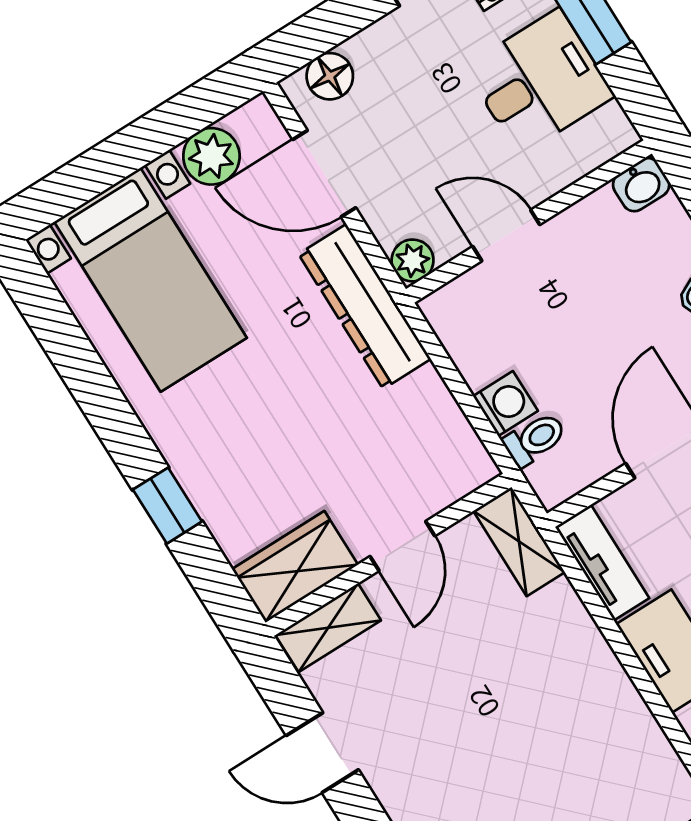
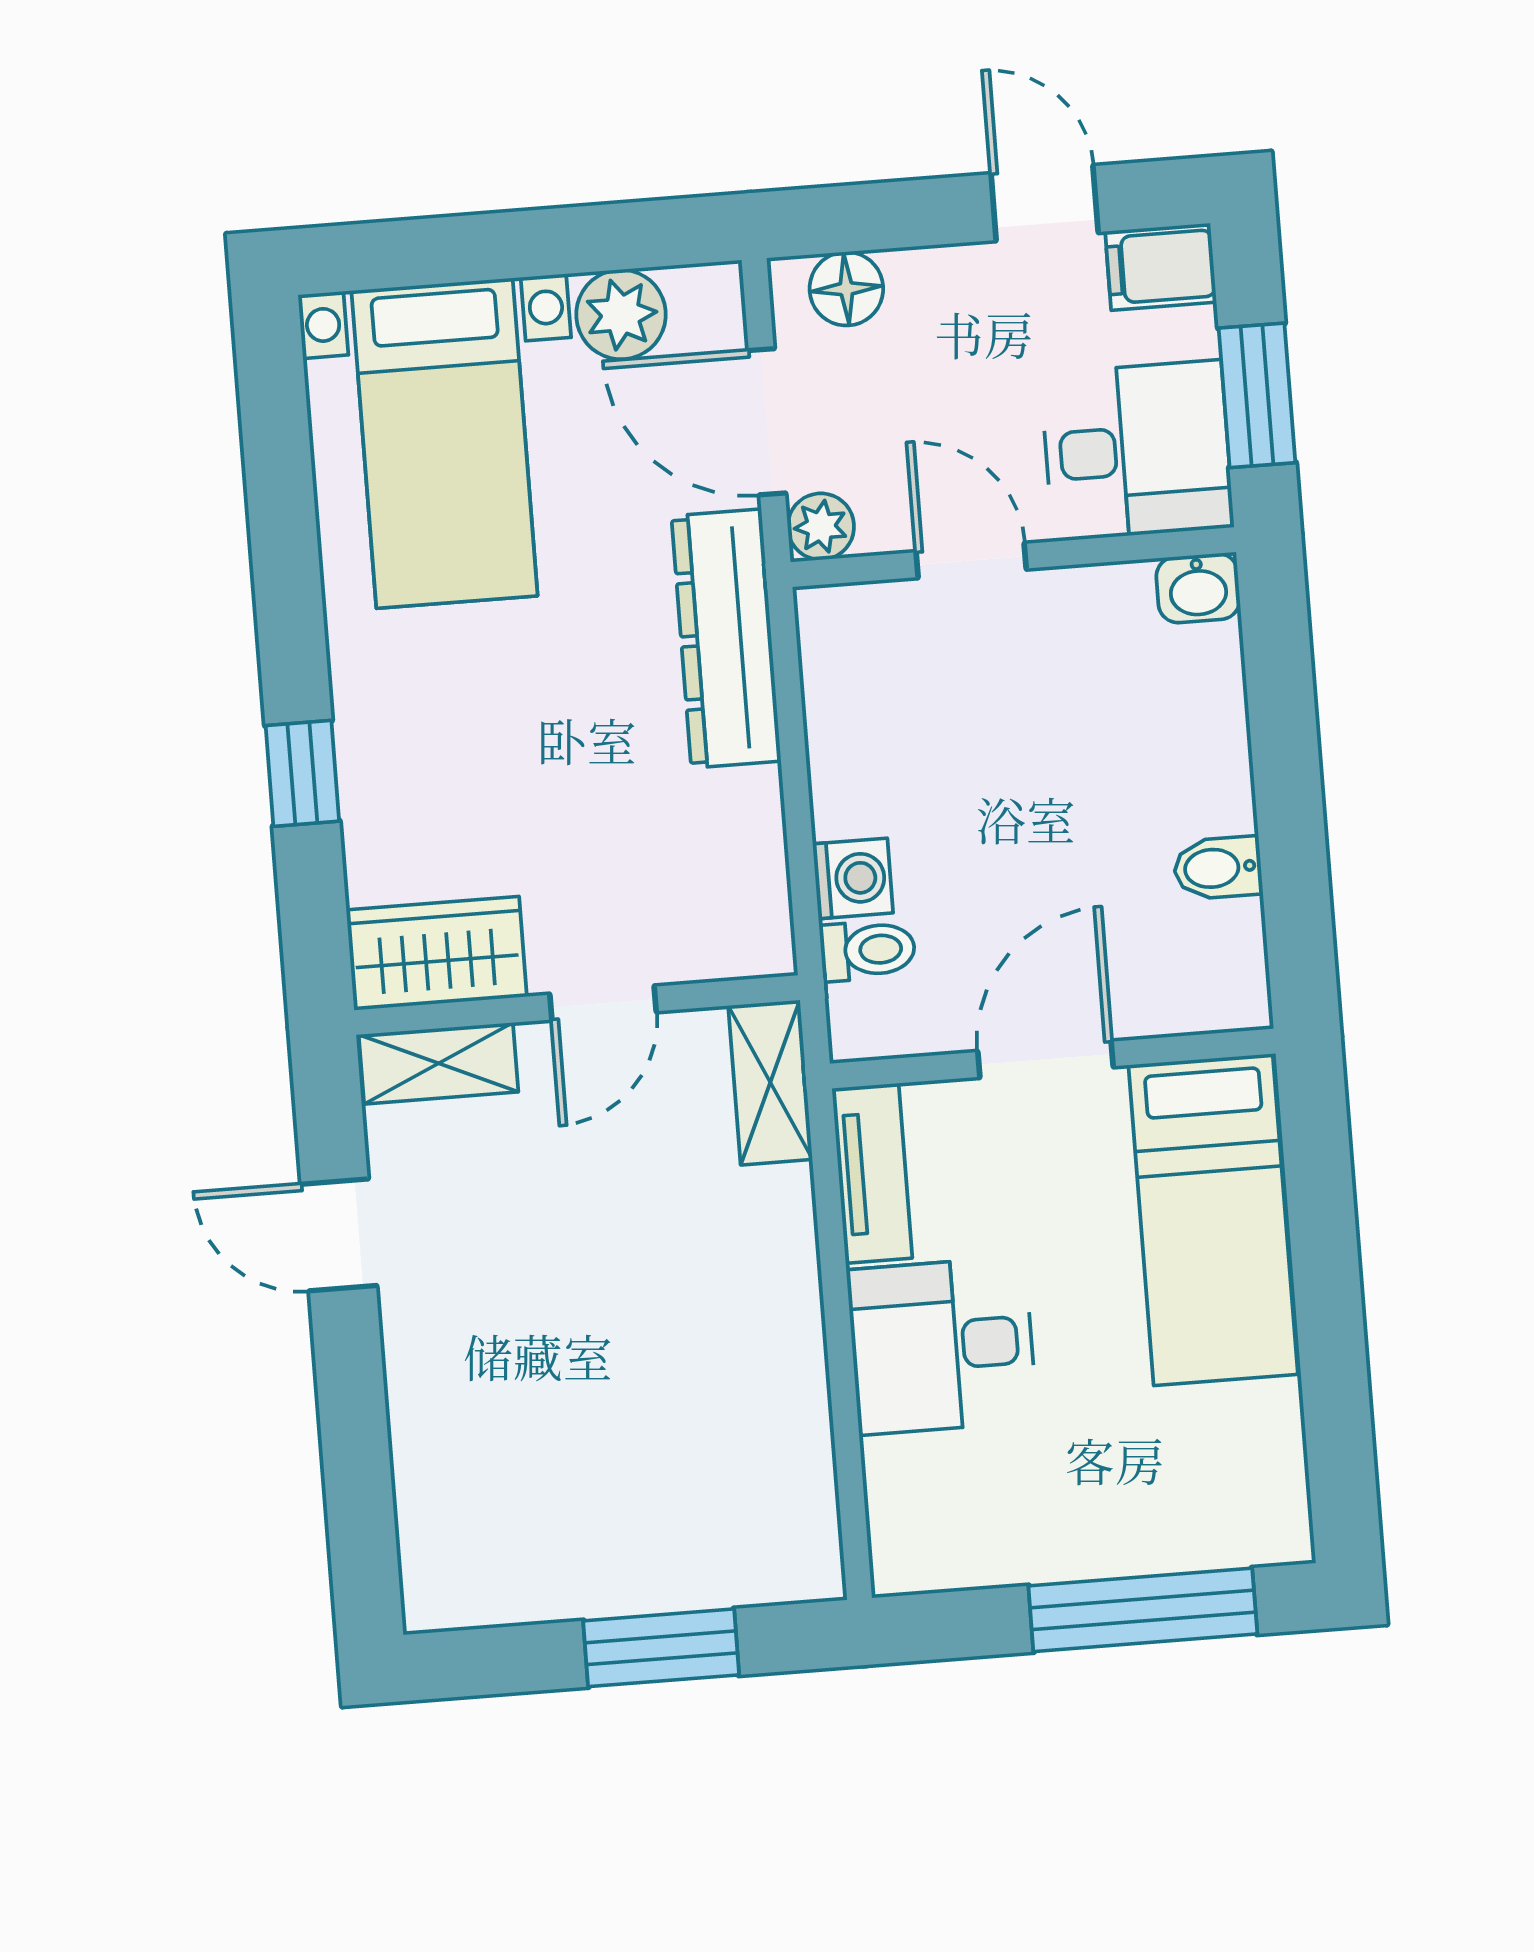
washbasin: (641, 185) -> (1198, 588), moved
wall: (529, 221) -> (1013, 557), moved
door: (506, 235) -> (971, 560), moved
plant: (413, 260) -> (821, 527), moved

